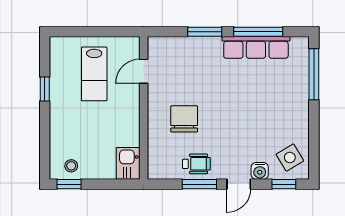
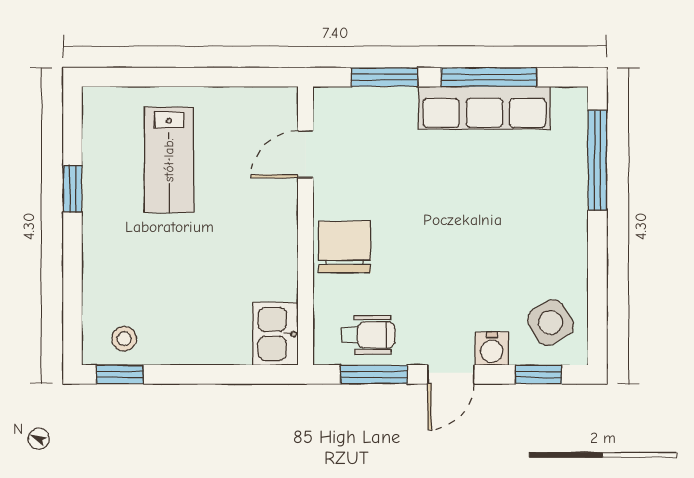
door: (144, 71) -> (306, 154), moved
wall: (144, 108) -> (306, 226), moved
kitchen sink: (128, 163) -> (275, 334), moved

